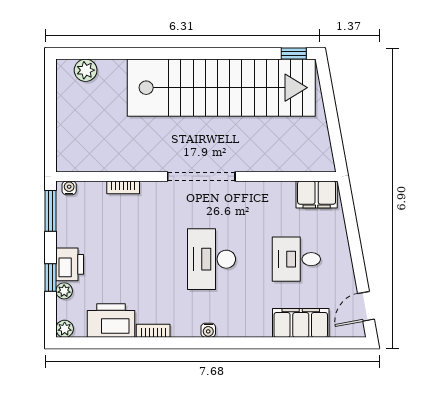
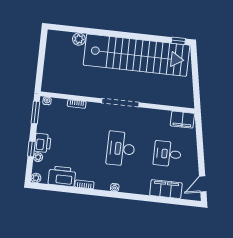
plant: (86, 70) -> (79, 39), moved

